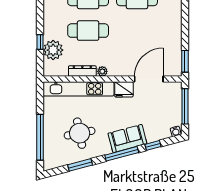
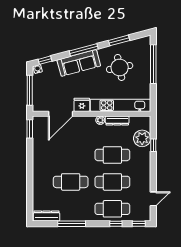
sofa: (127, 138) -> (79, 63), width x1.36
window: (153, 145) -> (45, 60), moved

